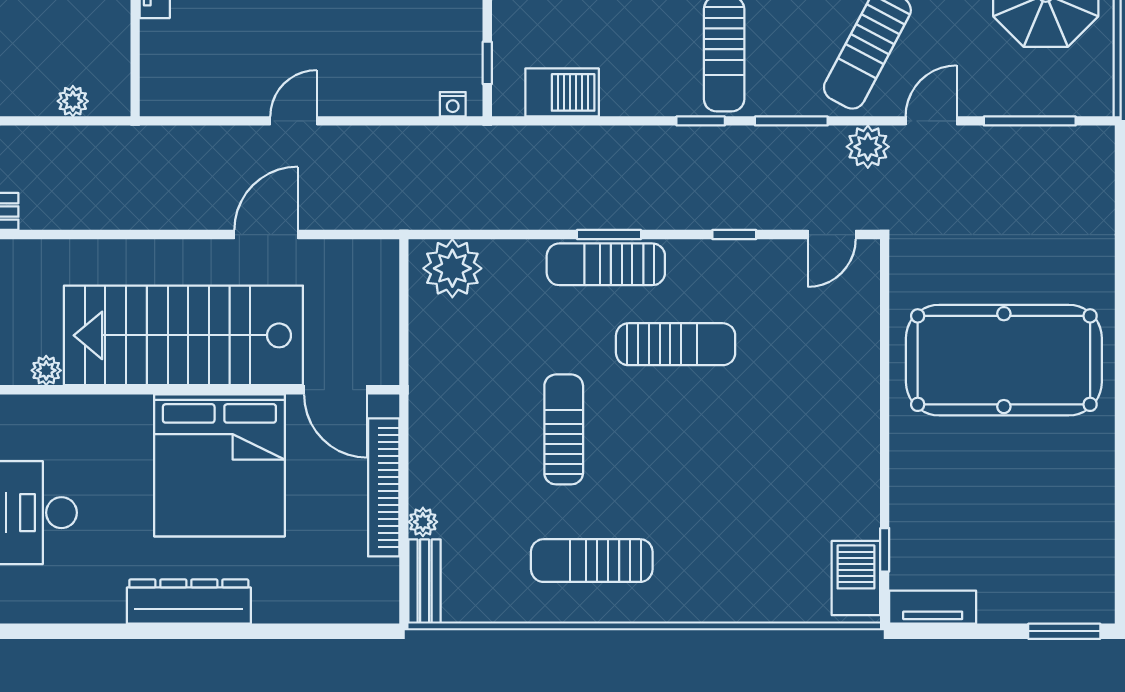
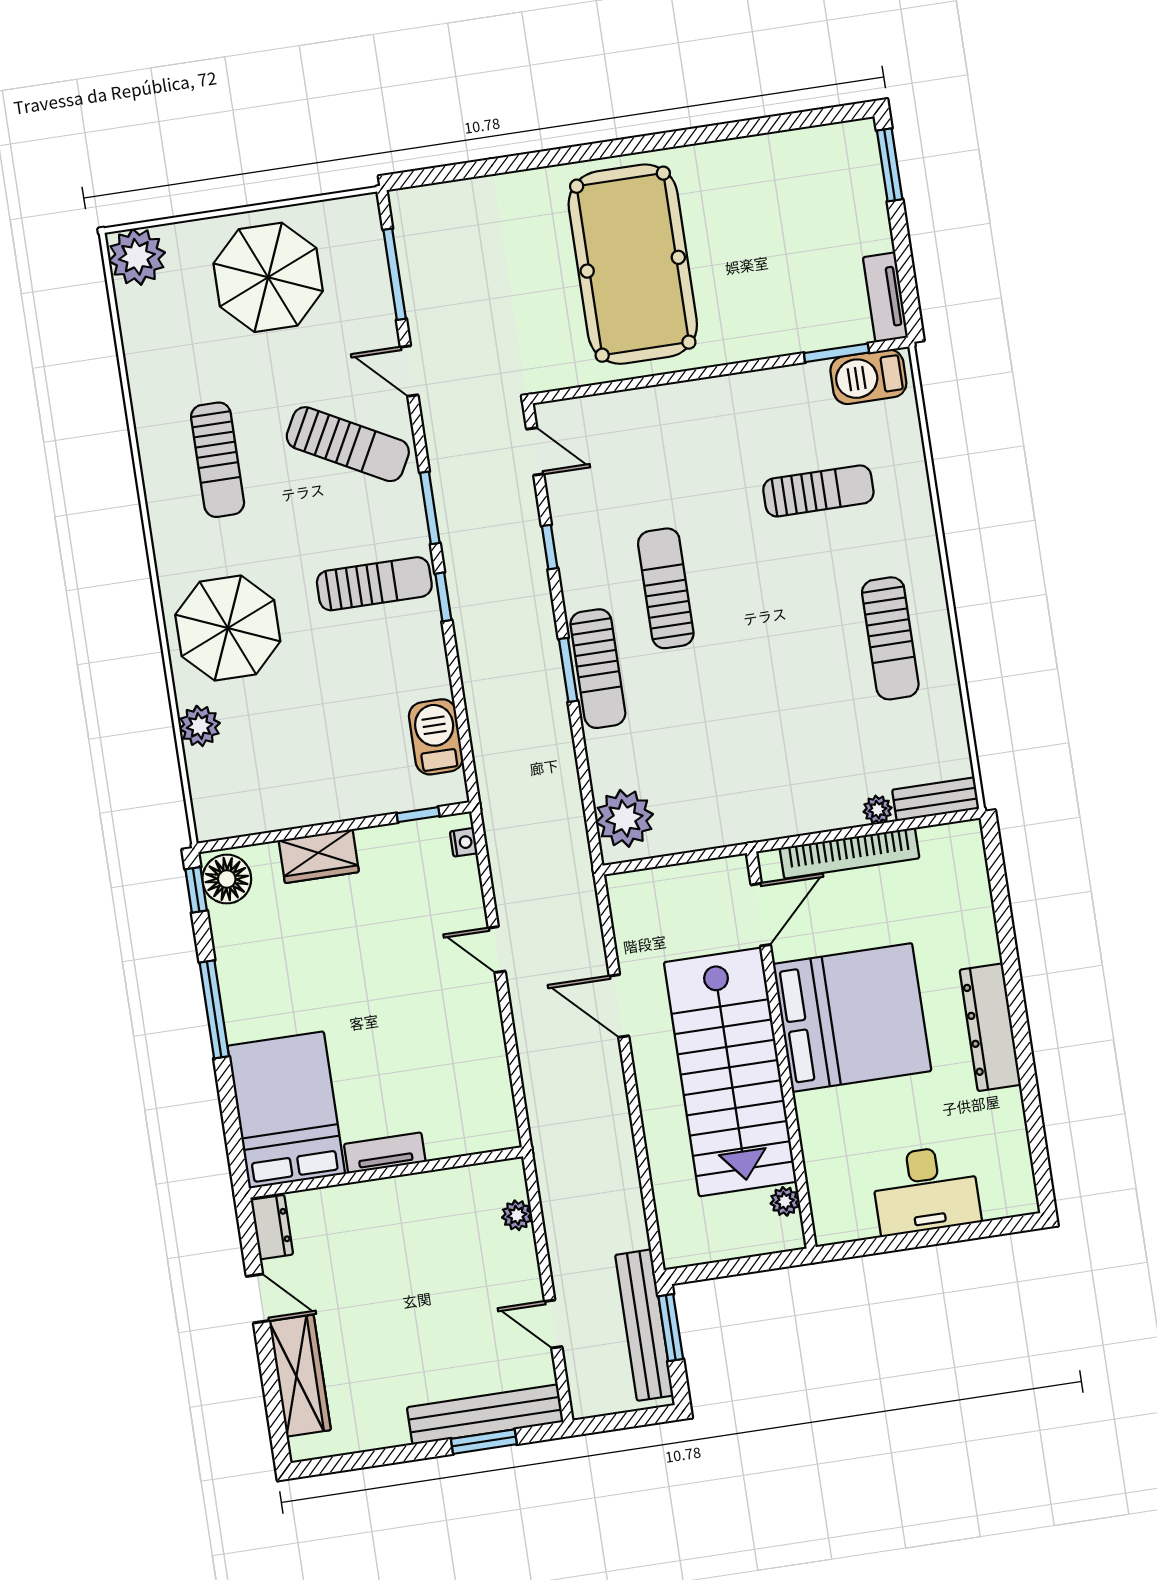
door: (294, 121) -> (497, 950), moved
plant: (868, 147) -> (444, 429), removed
sun lounger: (564, 429) -> (818, 491), moved, turned 180
window: (885, 550) -> (836, 353), width x1.50

